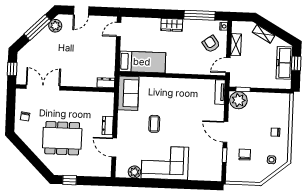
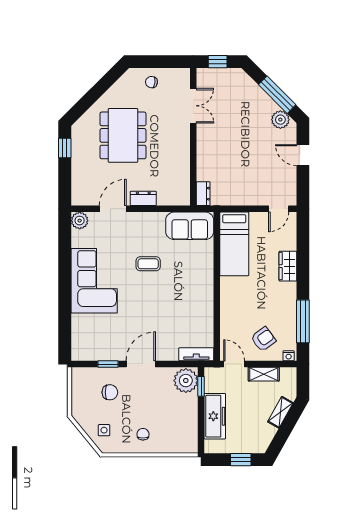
wardrobe: (172, 25) -> (288, 266), moved
door: (119, 29) -> (279, 209), swing flipped
freezer: (284, 63) -> (215, 416), moved, turned 90
double door: (43, 87) -> (193, 106), width x0.73
plant: (134, 172) -> (80, 221), moved

